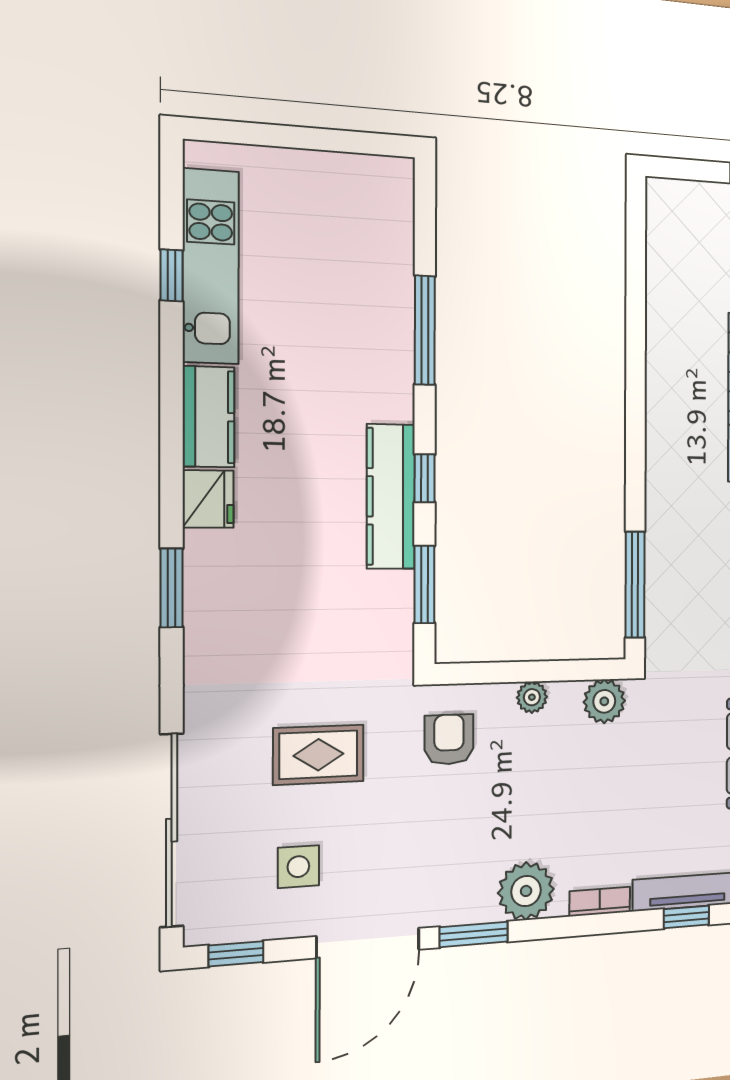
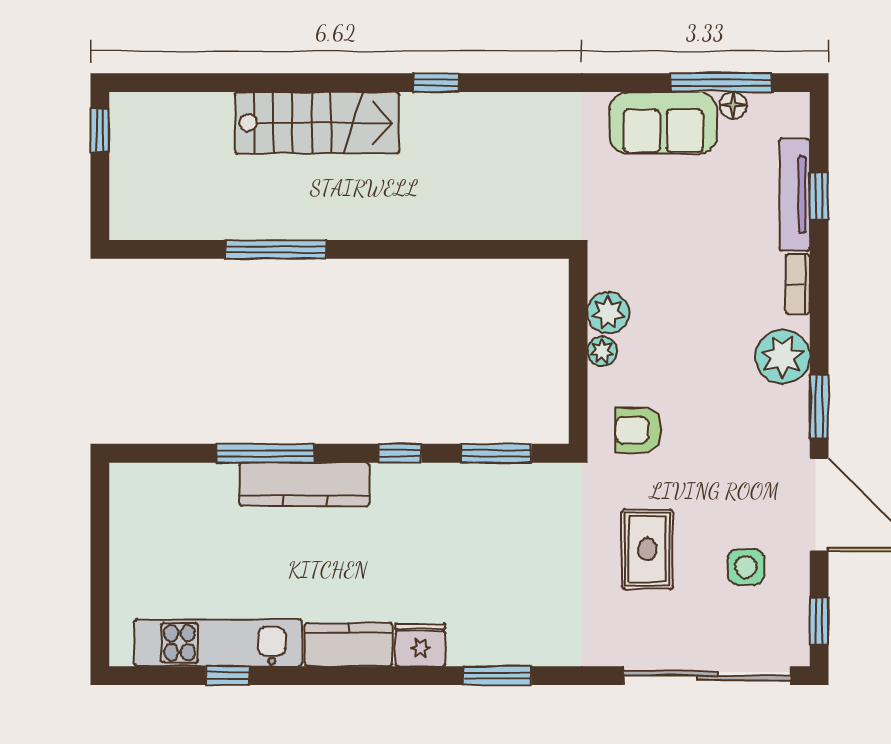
kitchen counter: (391, 497) -> (304, 484), moved
window: (635, 585) -> (276, 249), moved
plant: (604, 701) -> (608, 313), moved

